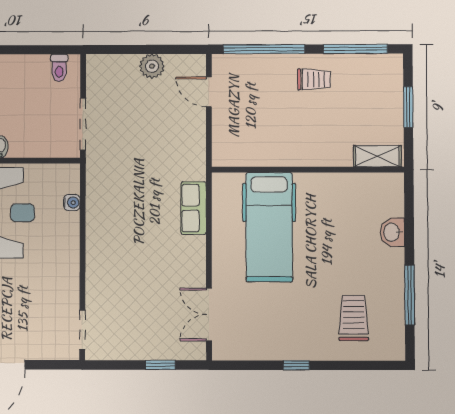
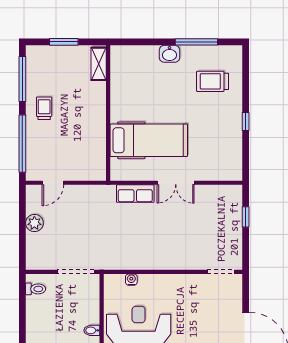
washbasin: (392, 232) -> (170, 54), moved
double door: (209, 315) -> (176, 183), moved

